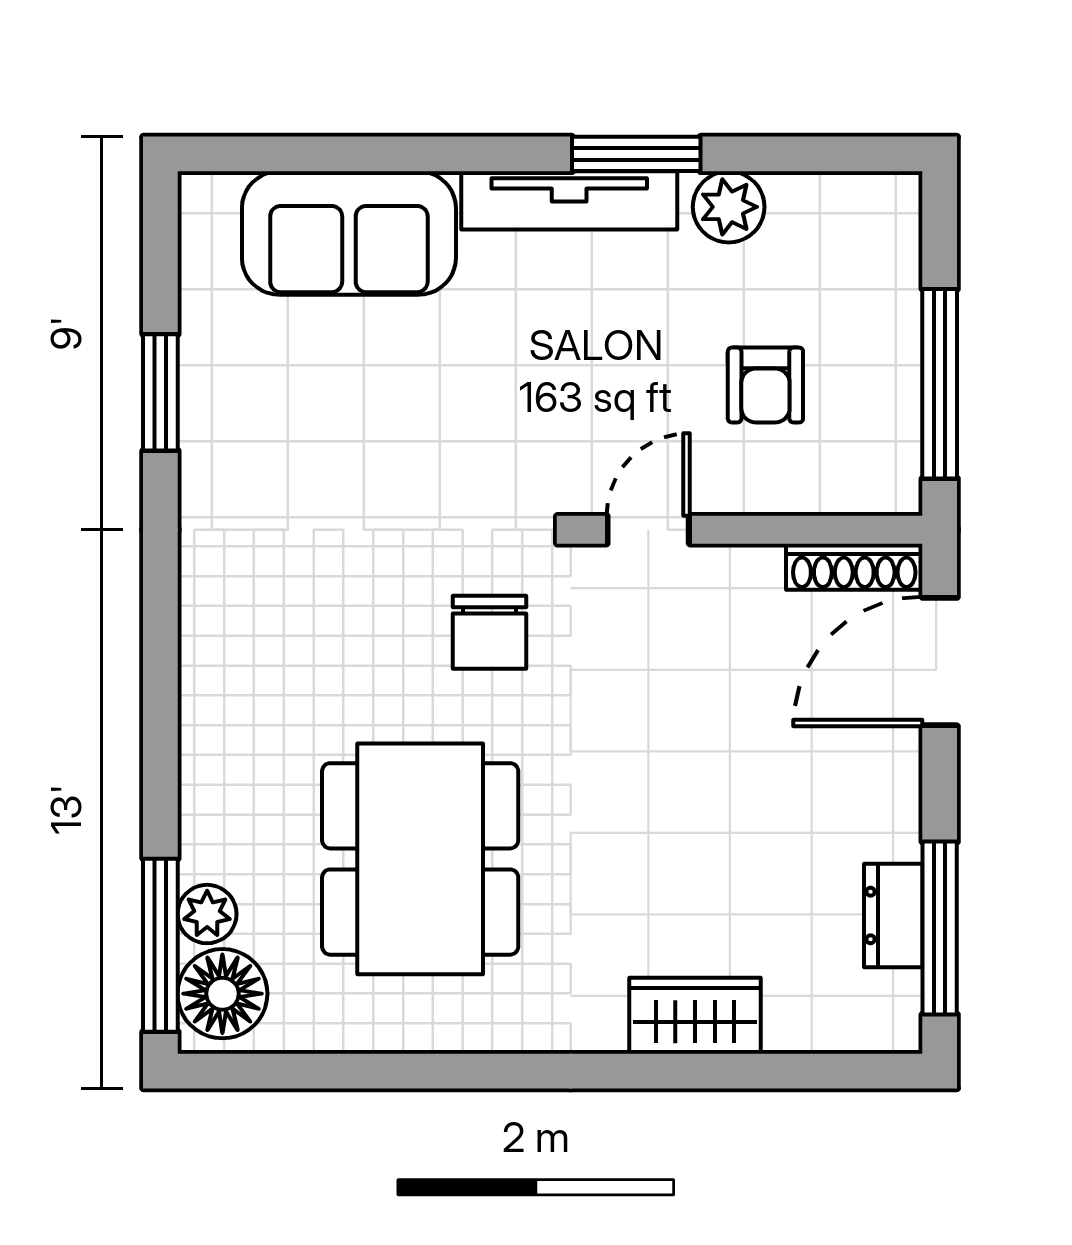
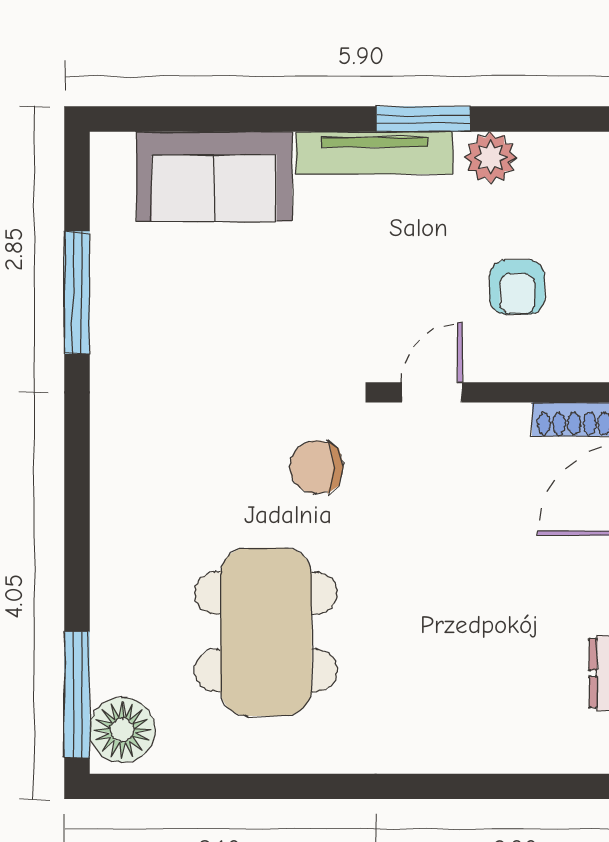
window: (160, 392) -> (77, 293), width x1.44
chair: (489, 632) -> (316, 467), turned 90
plant: (207, 914) -> (111, 672), removed
wardrobe: (695, 1016) -> (466, 746), removed

